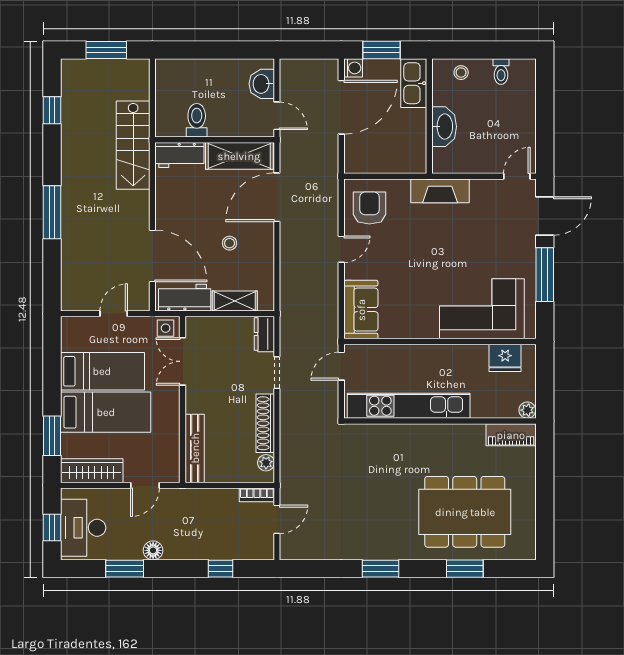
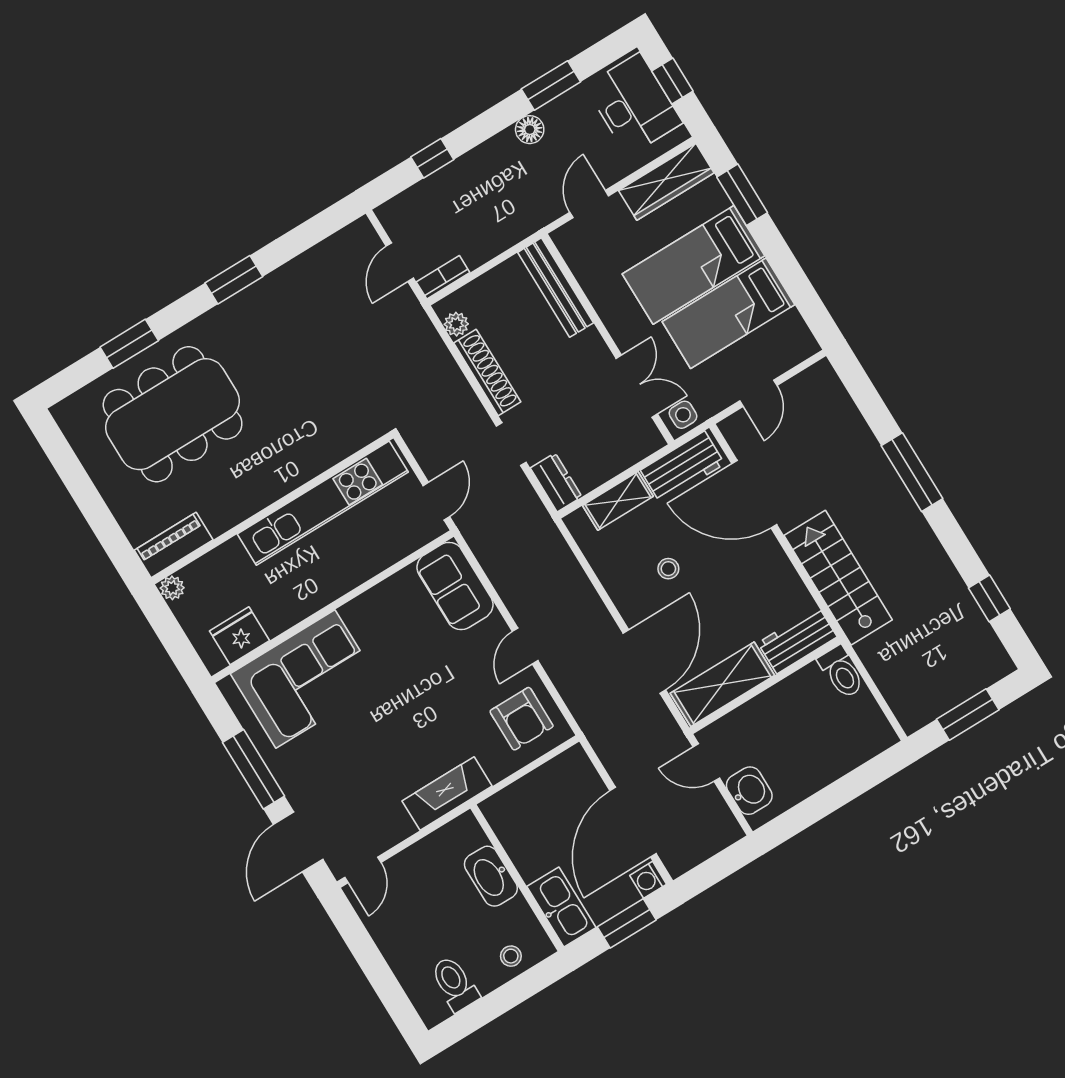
toilet: (501, 72) -> (455, 984), width x1.37, depth x1.39
toilet: (197, 120) -> (841, 672), moved
stairs: (133, 145) -> (838, 578), moved

